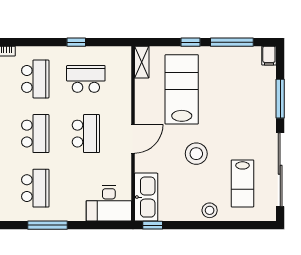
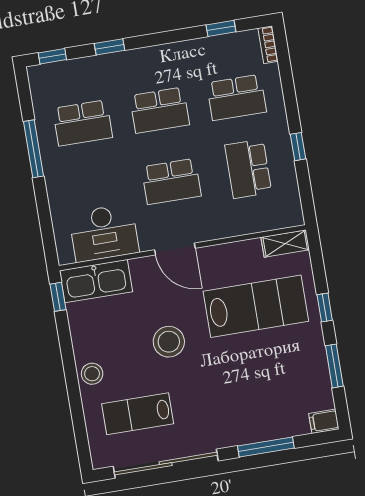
window: (232, 42) -> (334, 366), width x0.69
school desk: (86, 79) -> (248, 169), turned 180
desk: (109, 203) -> (104, 233), moved, turned -90

